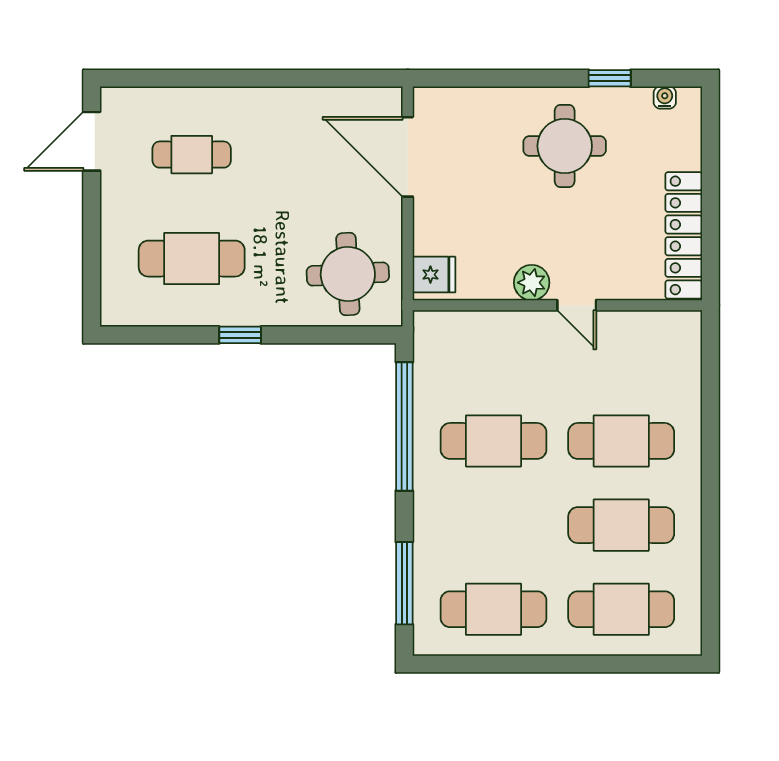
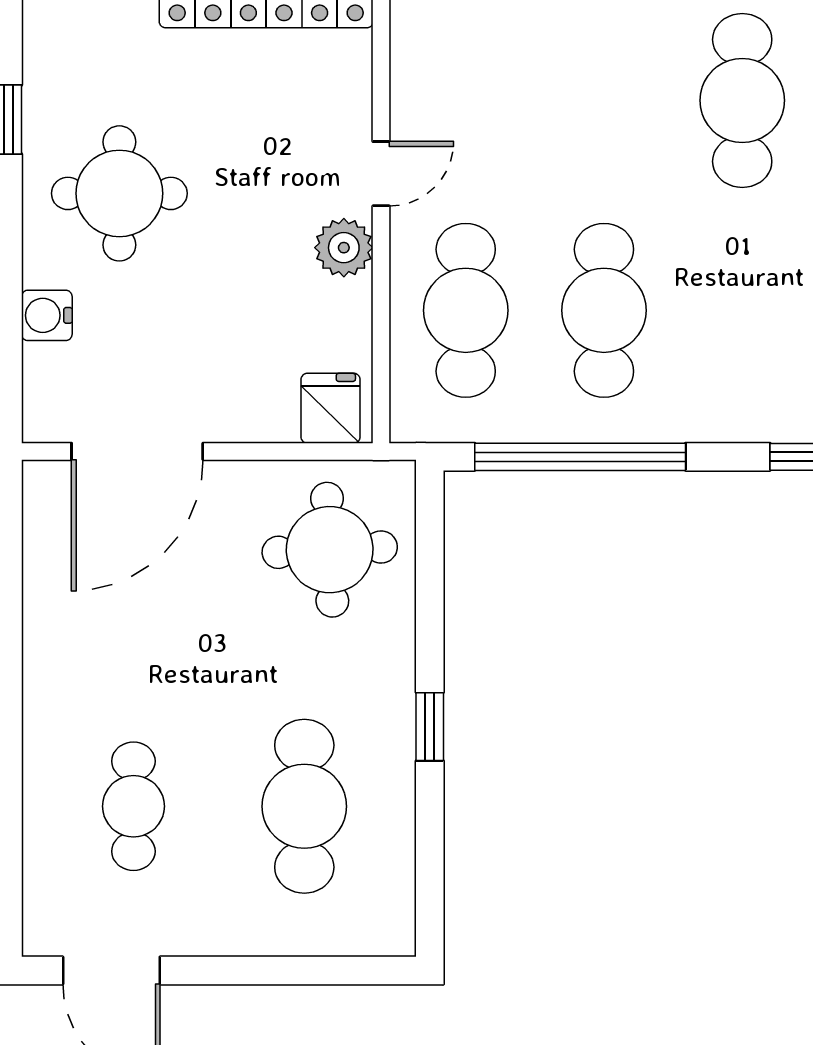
water cooler: (665, 98) -> (47, 315), moved, width x1.38, depth x1.38
cafe table: (621, 441) -> (466, 310), moved

